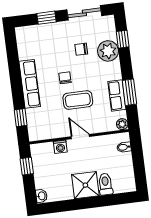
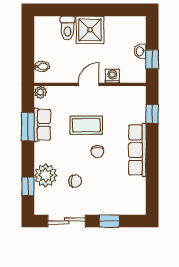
door: (80, 137) -> (89, 84), swing flipped
washbasin: (41, 196) -> (140, 51), moved

